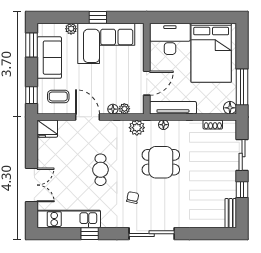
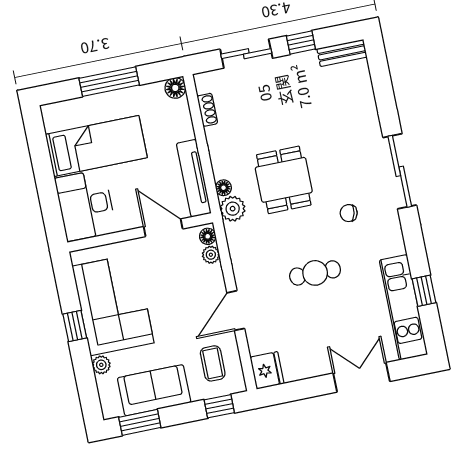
bed: (211, 53) -> (96, 146), width x0.67
window: (242, 87) -> (109, 82), moved
floor lamp: (113, 109) -> (208, 236), moved
plant: (137, 128) -> (233, 209), moved
window: (90, 234) -> (424, 291), moved

